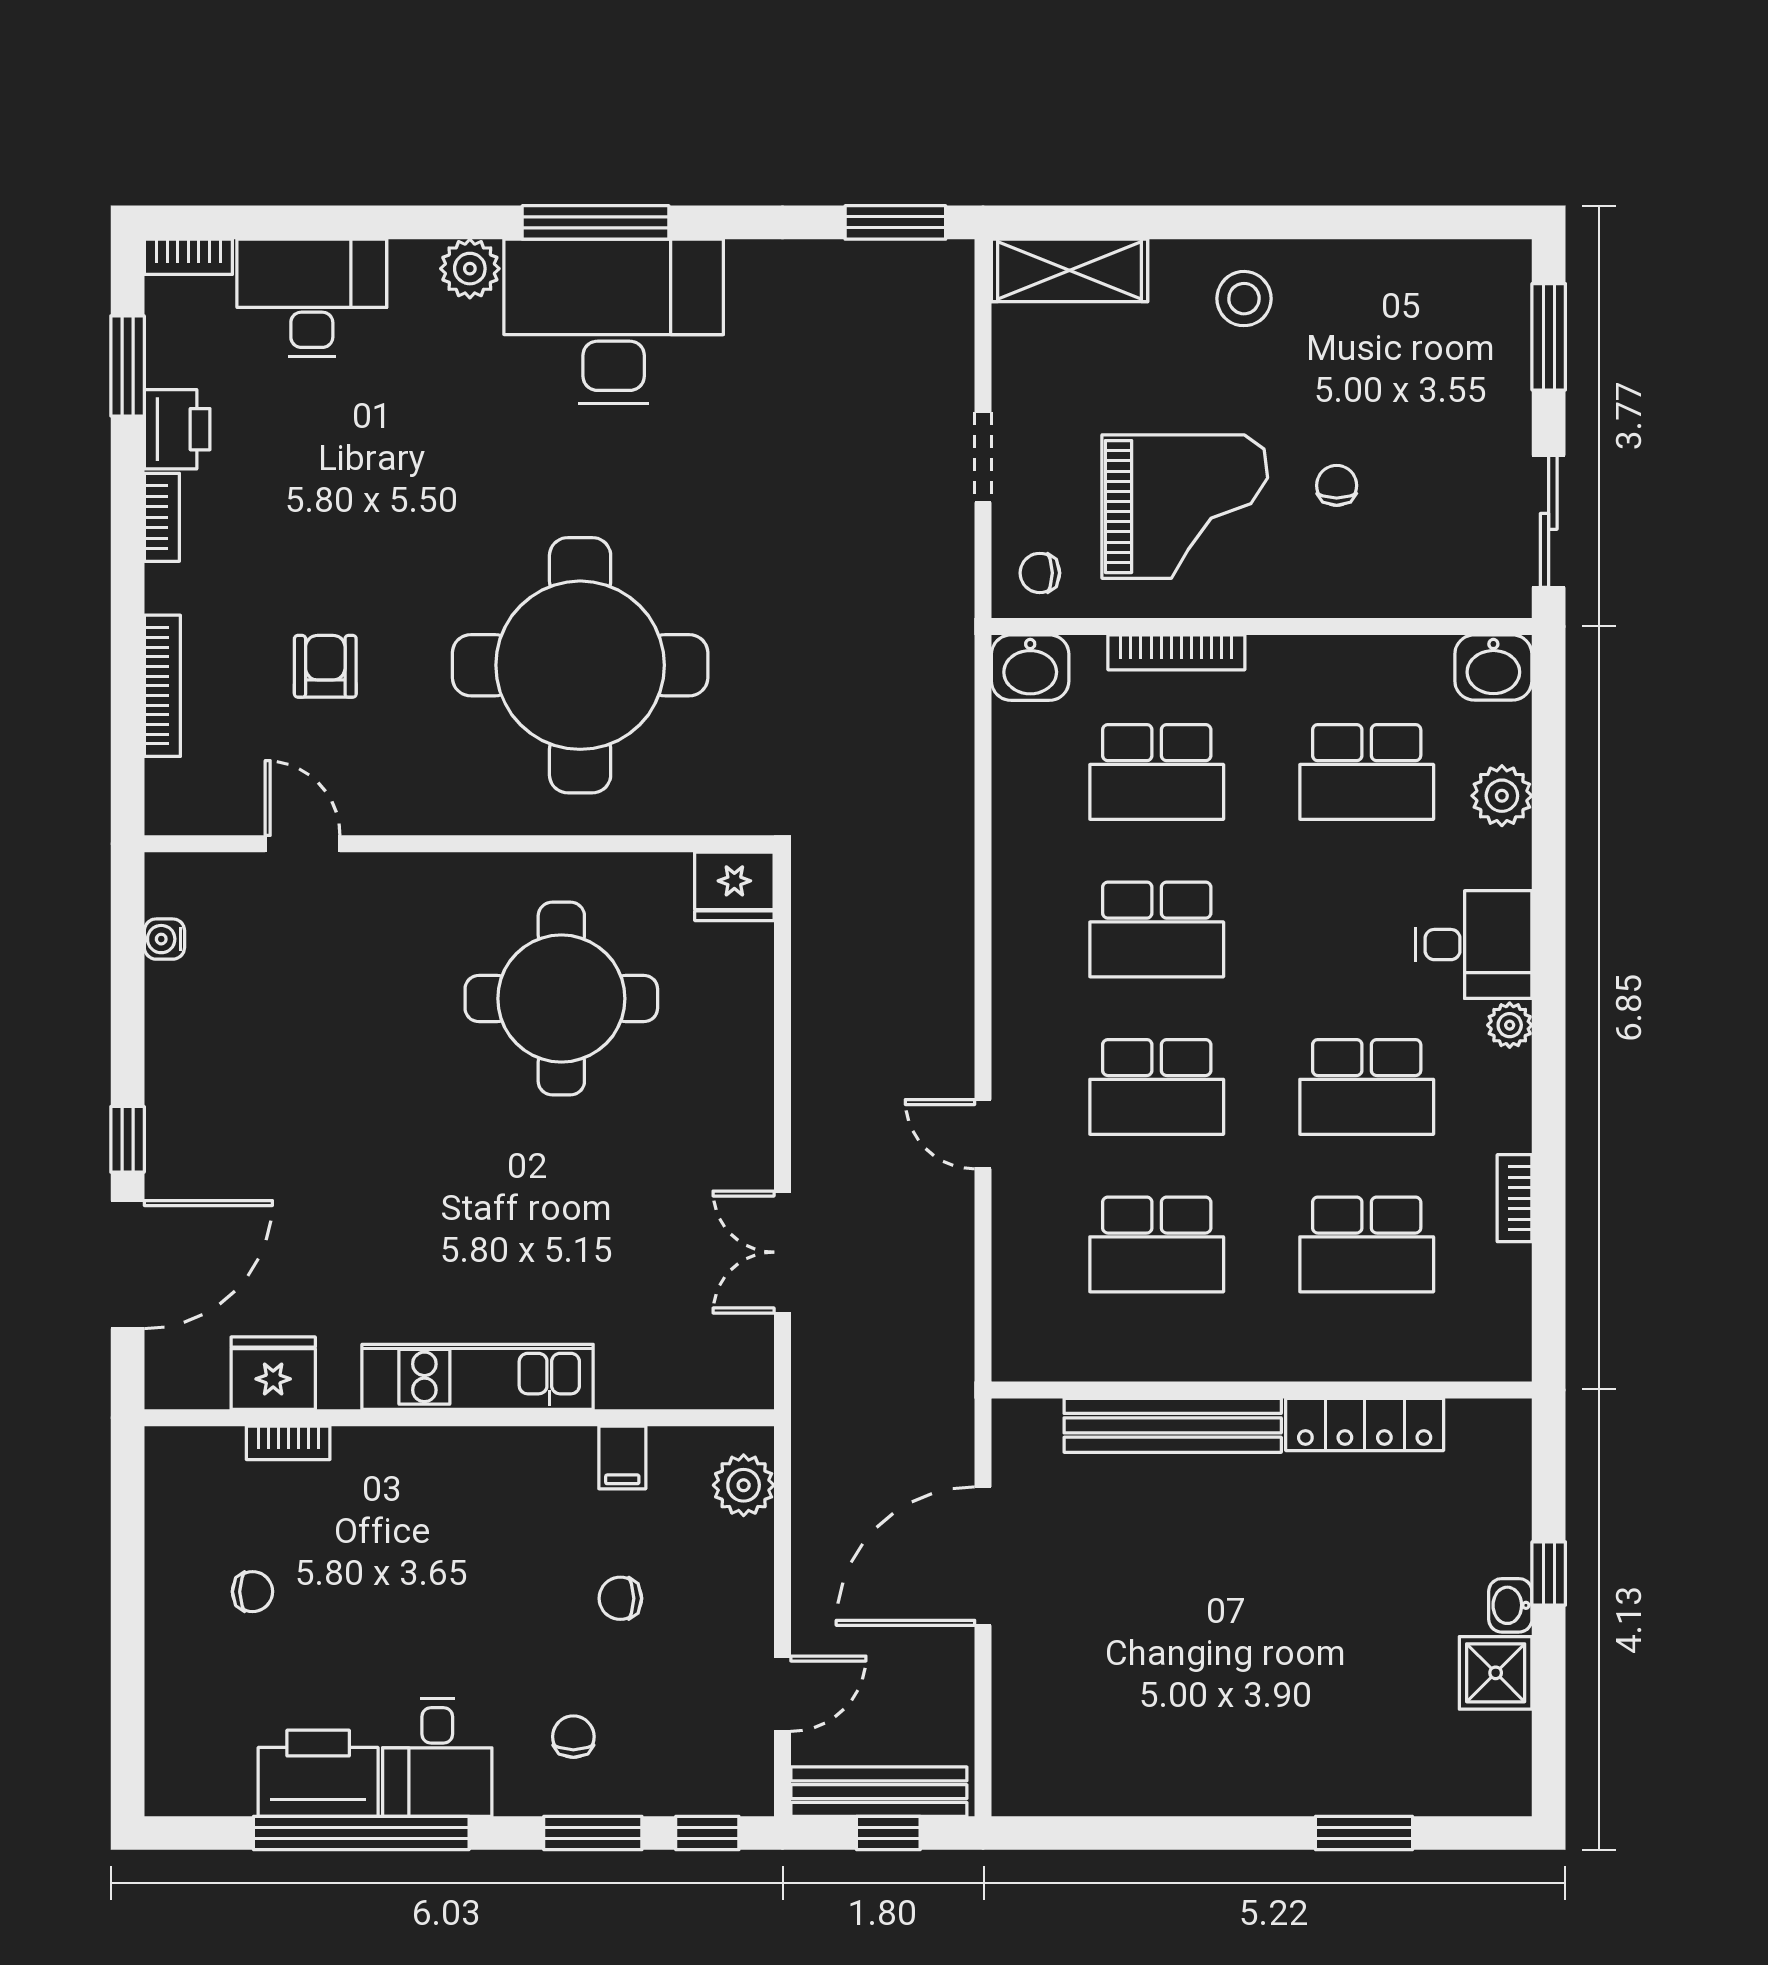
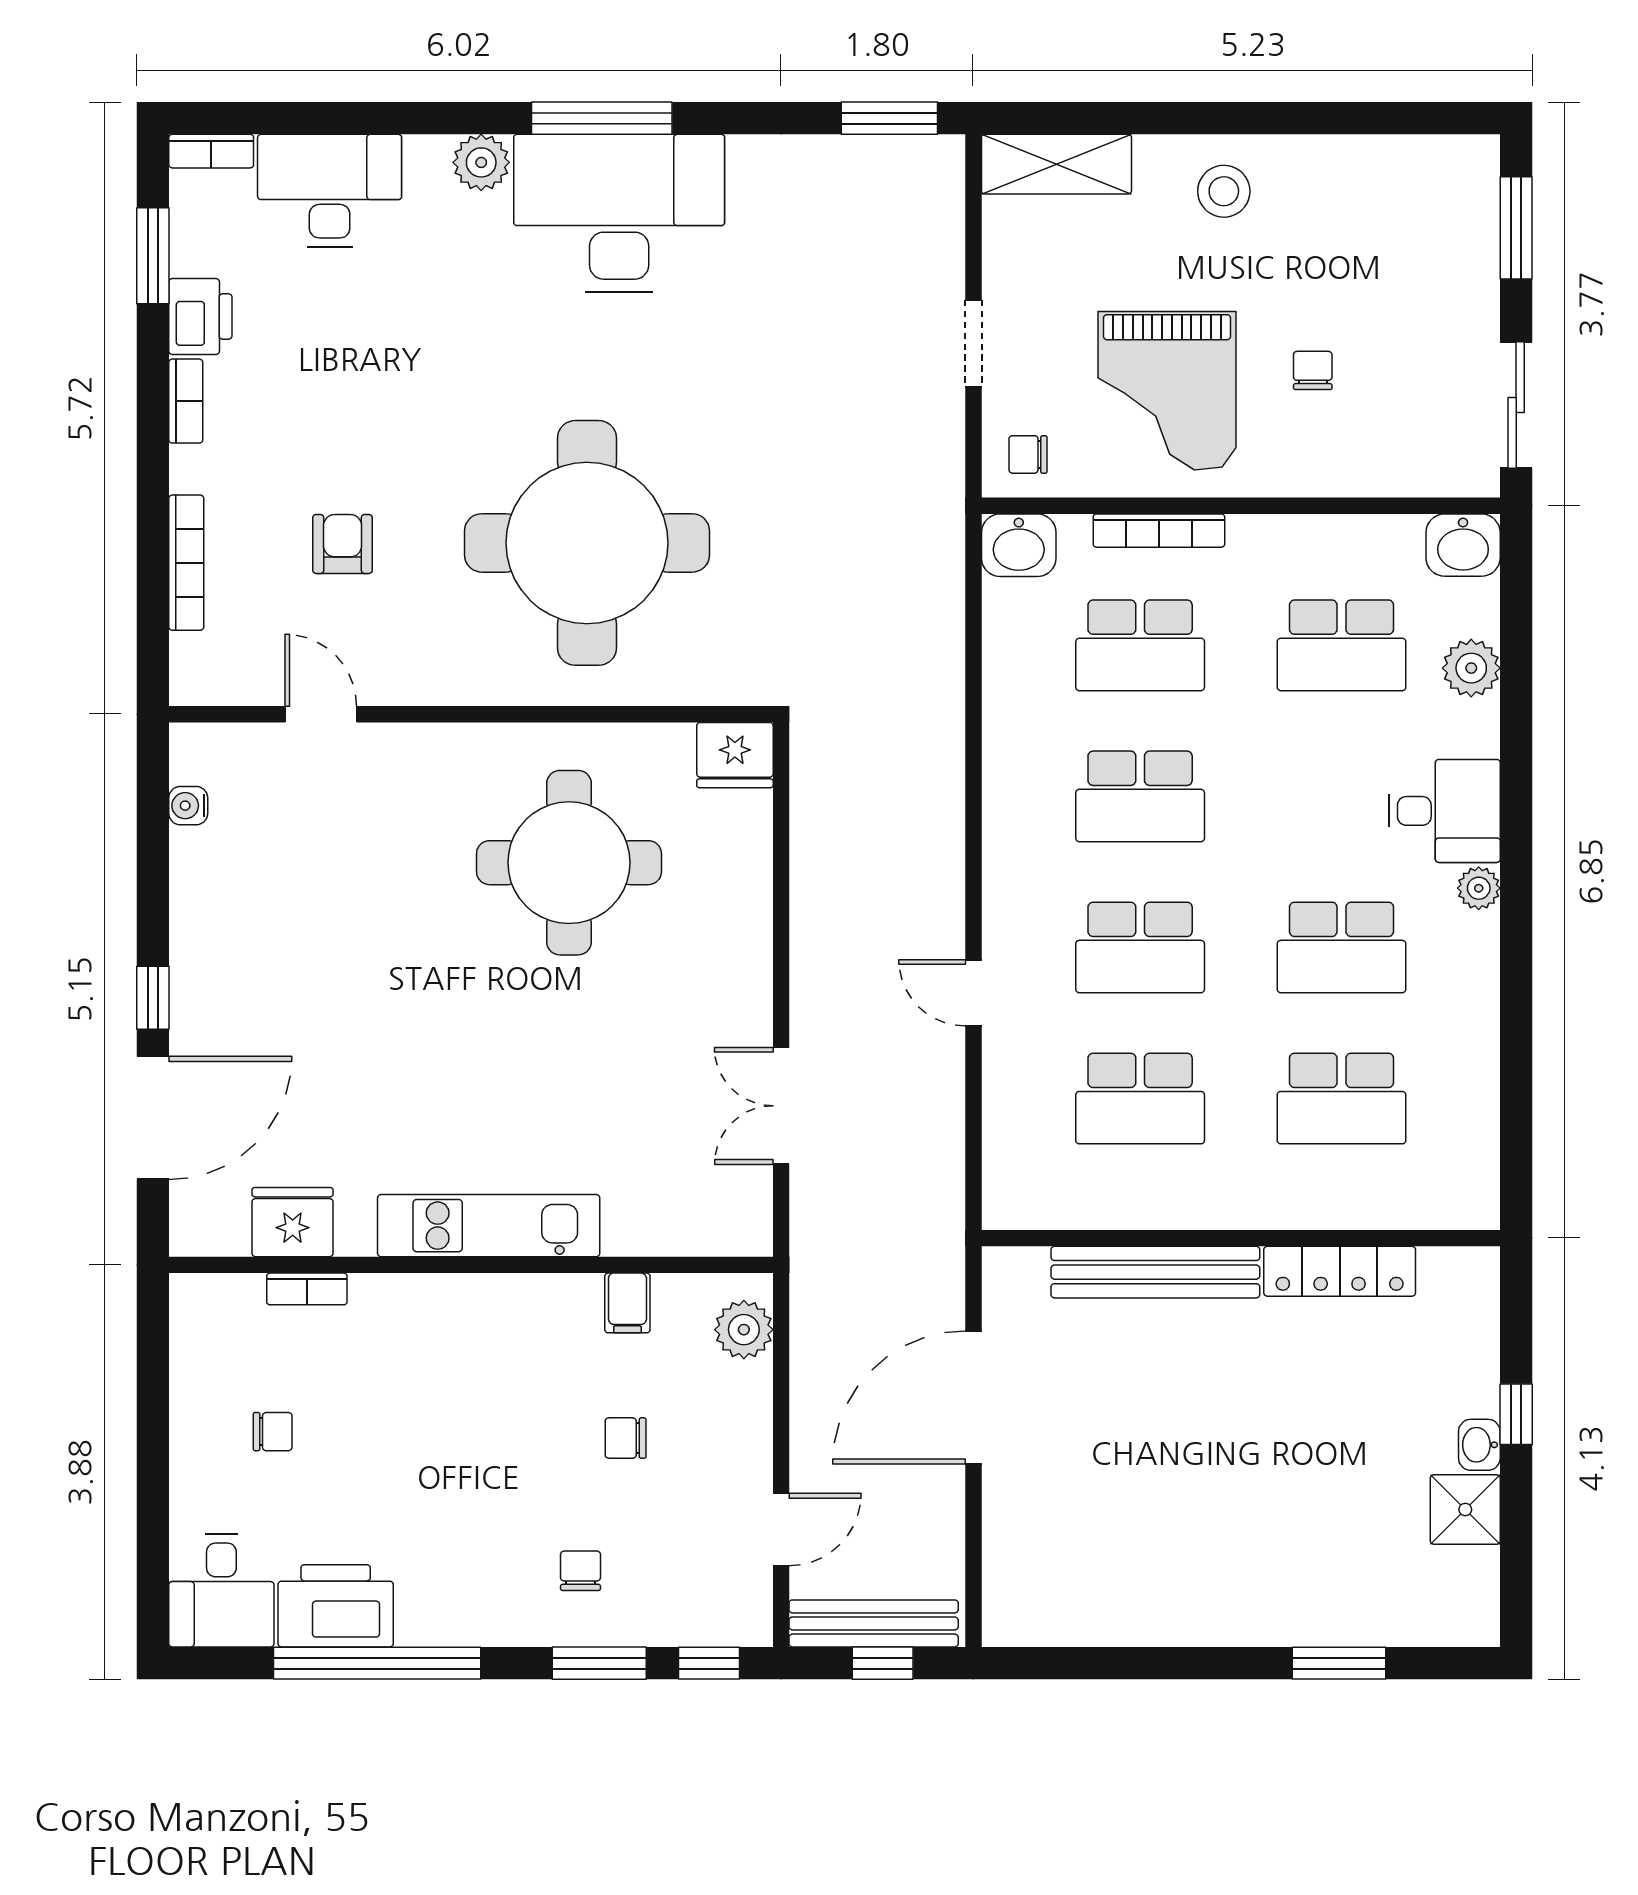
grand piano: (1185, 507) -> (1167, 391), turned 90
bookcase: (1515, 1198) -> (1483, 1054), removed
desk: (437, 1757) -> (221, 1591), moved

